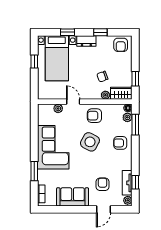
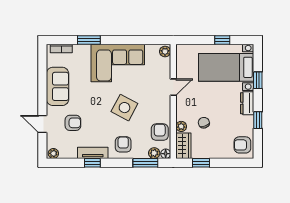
plant: (58, 108) -> (165, 51), moved
armchair: (94, 116) -> (160, 132), moved
window: (135, 182) -> (92, 163), moved
tv unit: (127, 183) -> (93, 153), moved

